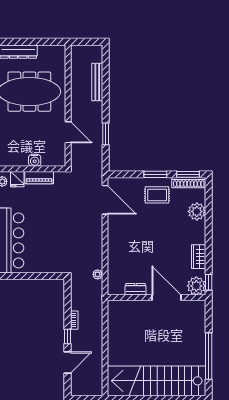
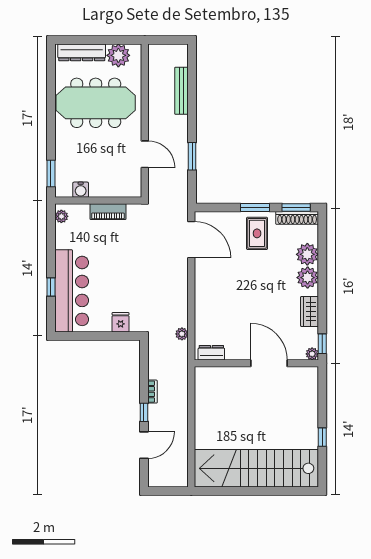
plant: (47, 54) -> (118, 55), added
water cooler: (35, 160) -> (81, 190), moved
fridge: (17, 179) -> (121, 322), moved, turned 180
rug: (157, 195) -> (257, 233), turned 90
plant: (197, 230) -> (308, 278), added
plant: (196, 286) -> (312, 354), width x0.53, depth x0.53
dresser: (136, 289) -> (211, 353), moved
window: (209, 356) -> (322, 437), width x0.32

